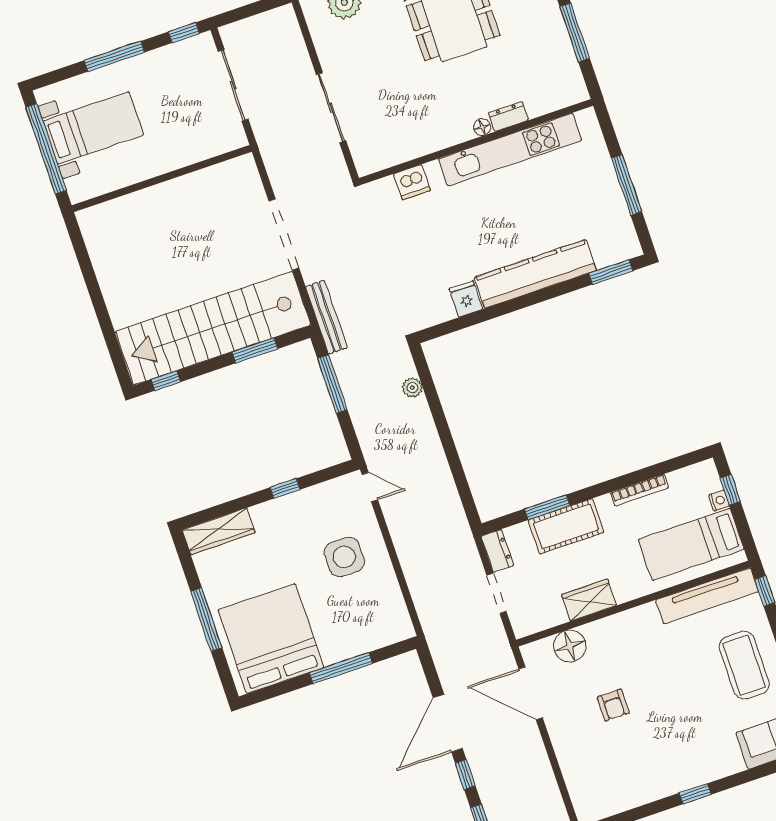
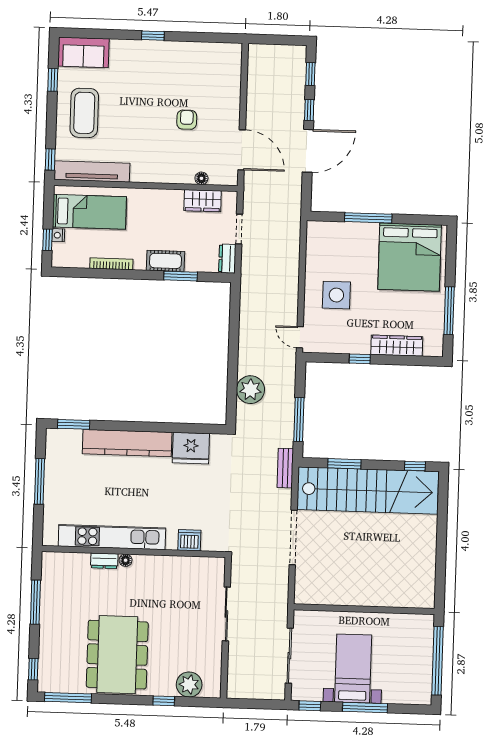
bed with nightstands: (93, 128) -> (353, 669), moved, turned 90
fridge: (466, 299) -> (191, 448), width x1.88, depth x1.34
bench: (326, 317) -> (285, 468), width x0.73
plant: (412, 388) -> (250, 390), width x1.88, depth x1.88
cot: (566, 526) -> (166, 261), width x0.73, depth x0.75
wardrobe: (219, 531) -> (397, 346), moved
wardrobe: (589, 600) -> (203, 201), moved
window: (206, 620) -> (449, 311), moved
floor lamp: (570, 646) -> (201, 178), width x0.53, depth x0.53

